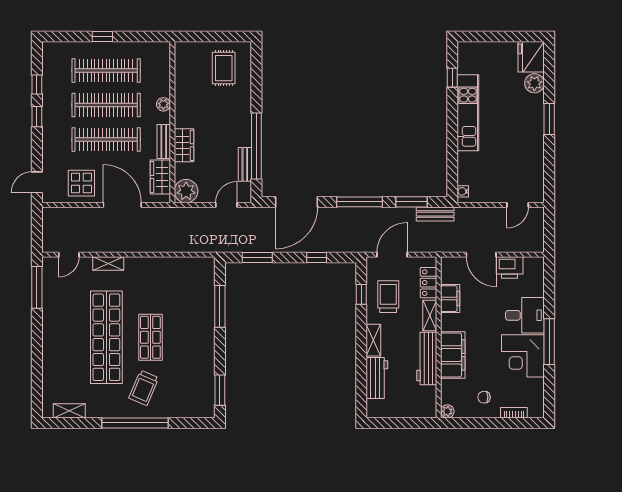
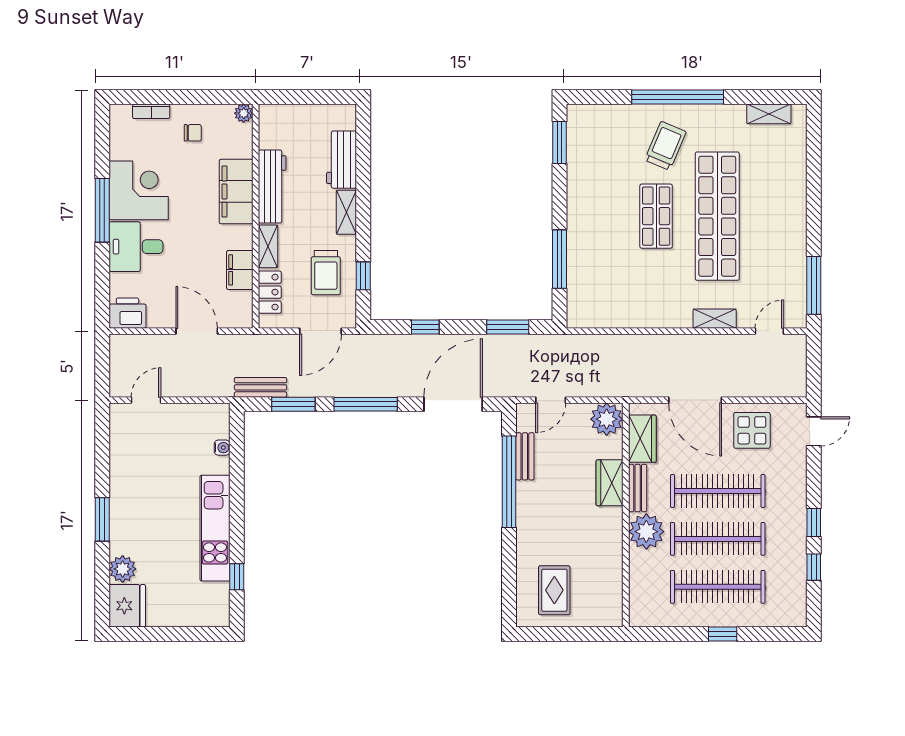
plant: (163, 104) -> (646, 532), width x1.88, depth x1.88
water cooler: (463, 191) -> (222, 448), moved
printer: (510, 267) -> (127, 313), moved

